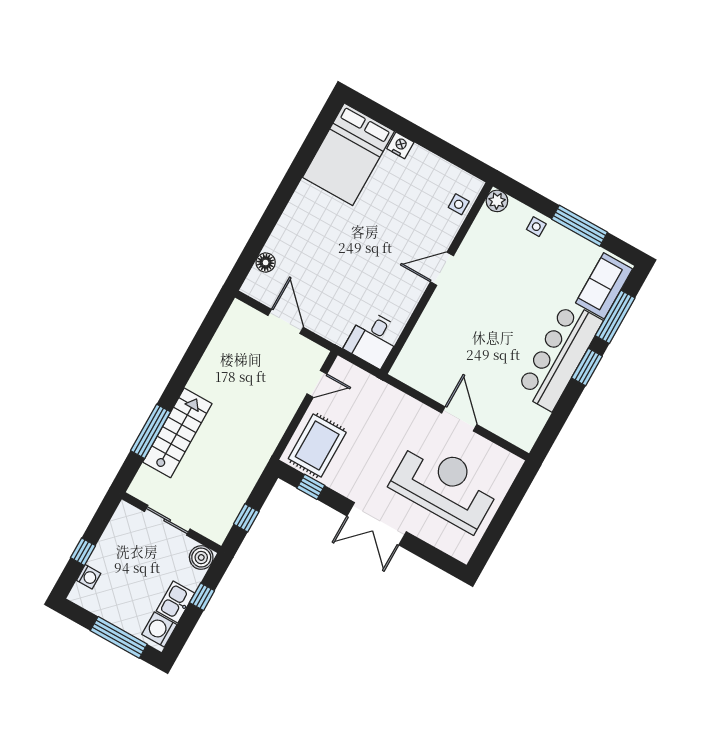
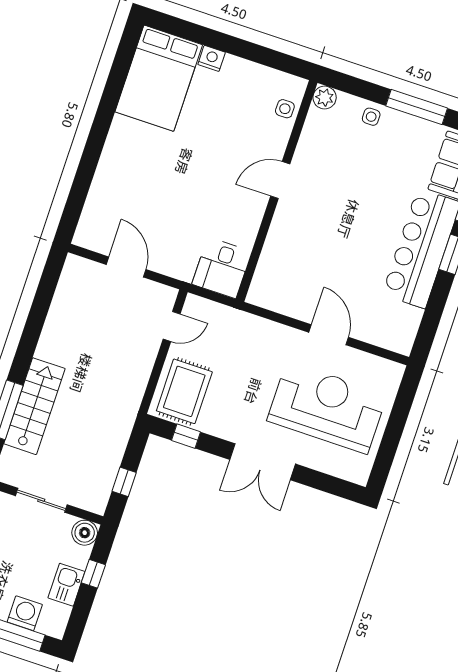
floor lamp: (266, 262) -> (93, 209), removed
washing machine: (159, 630) -> (25, 613), moved, turned 90

